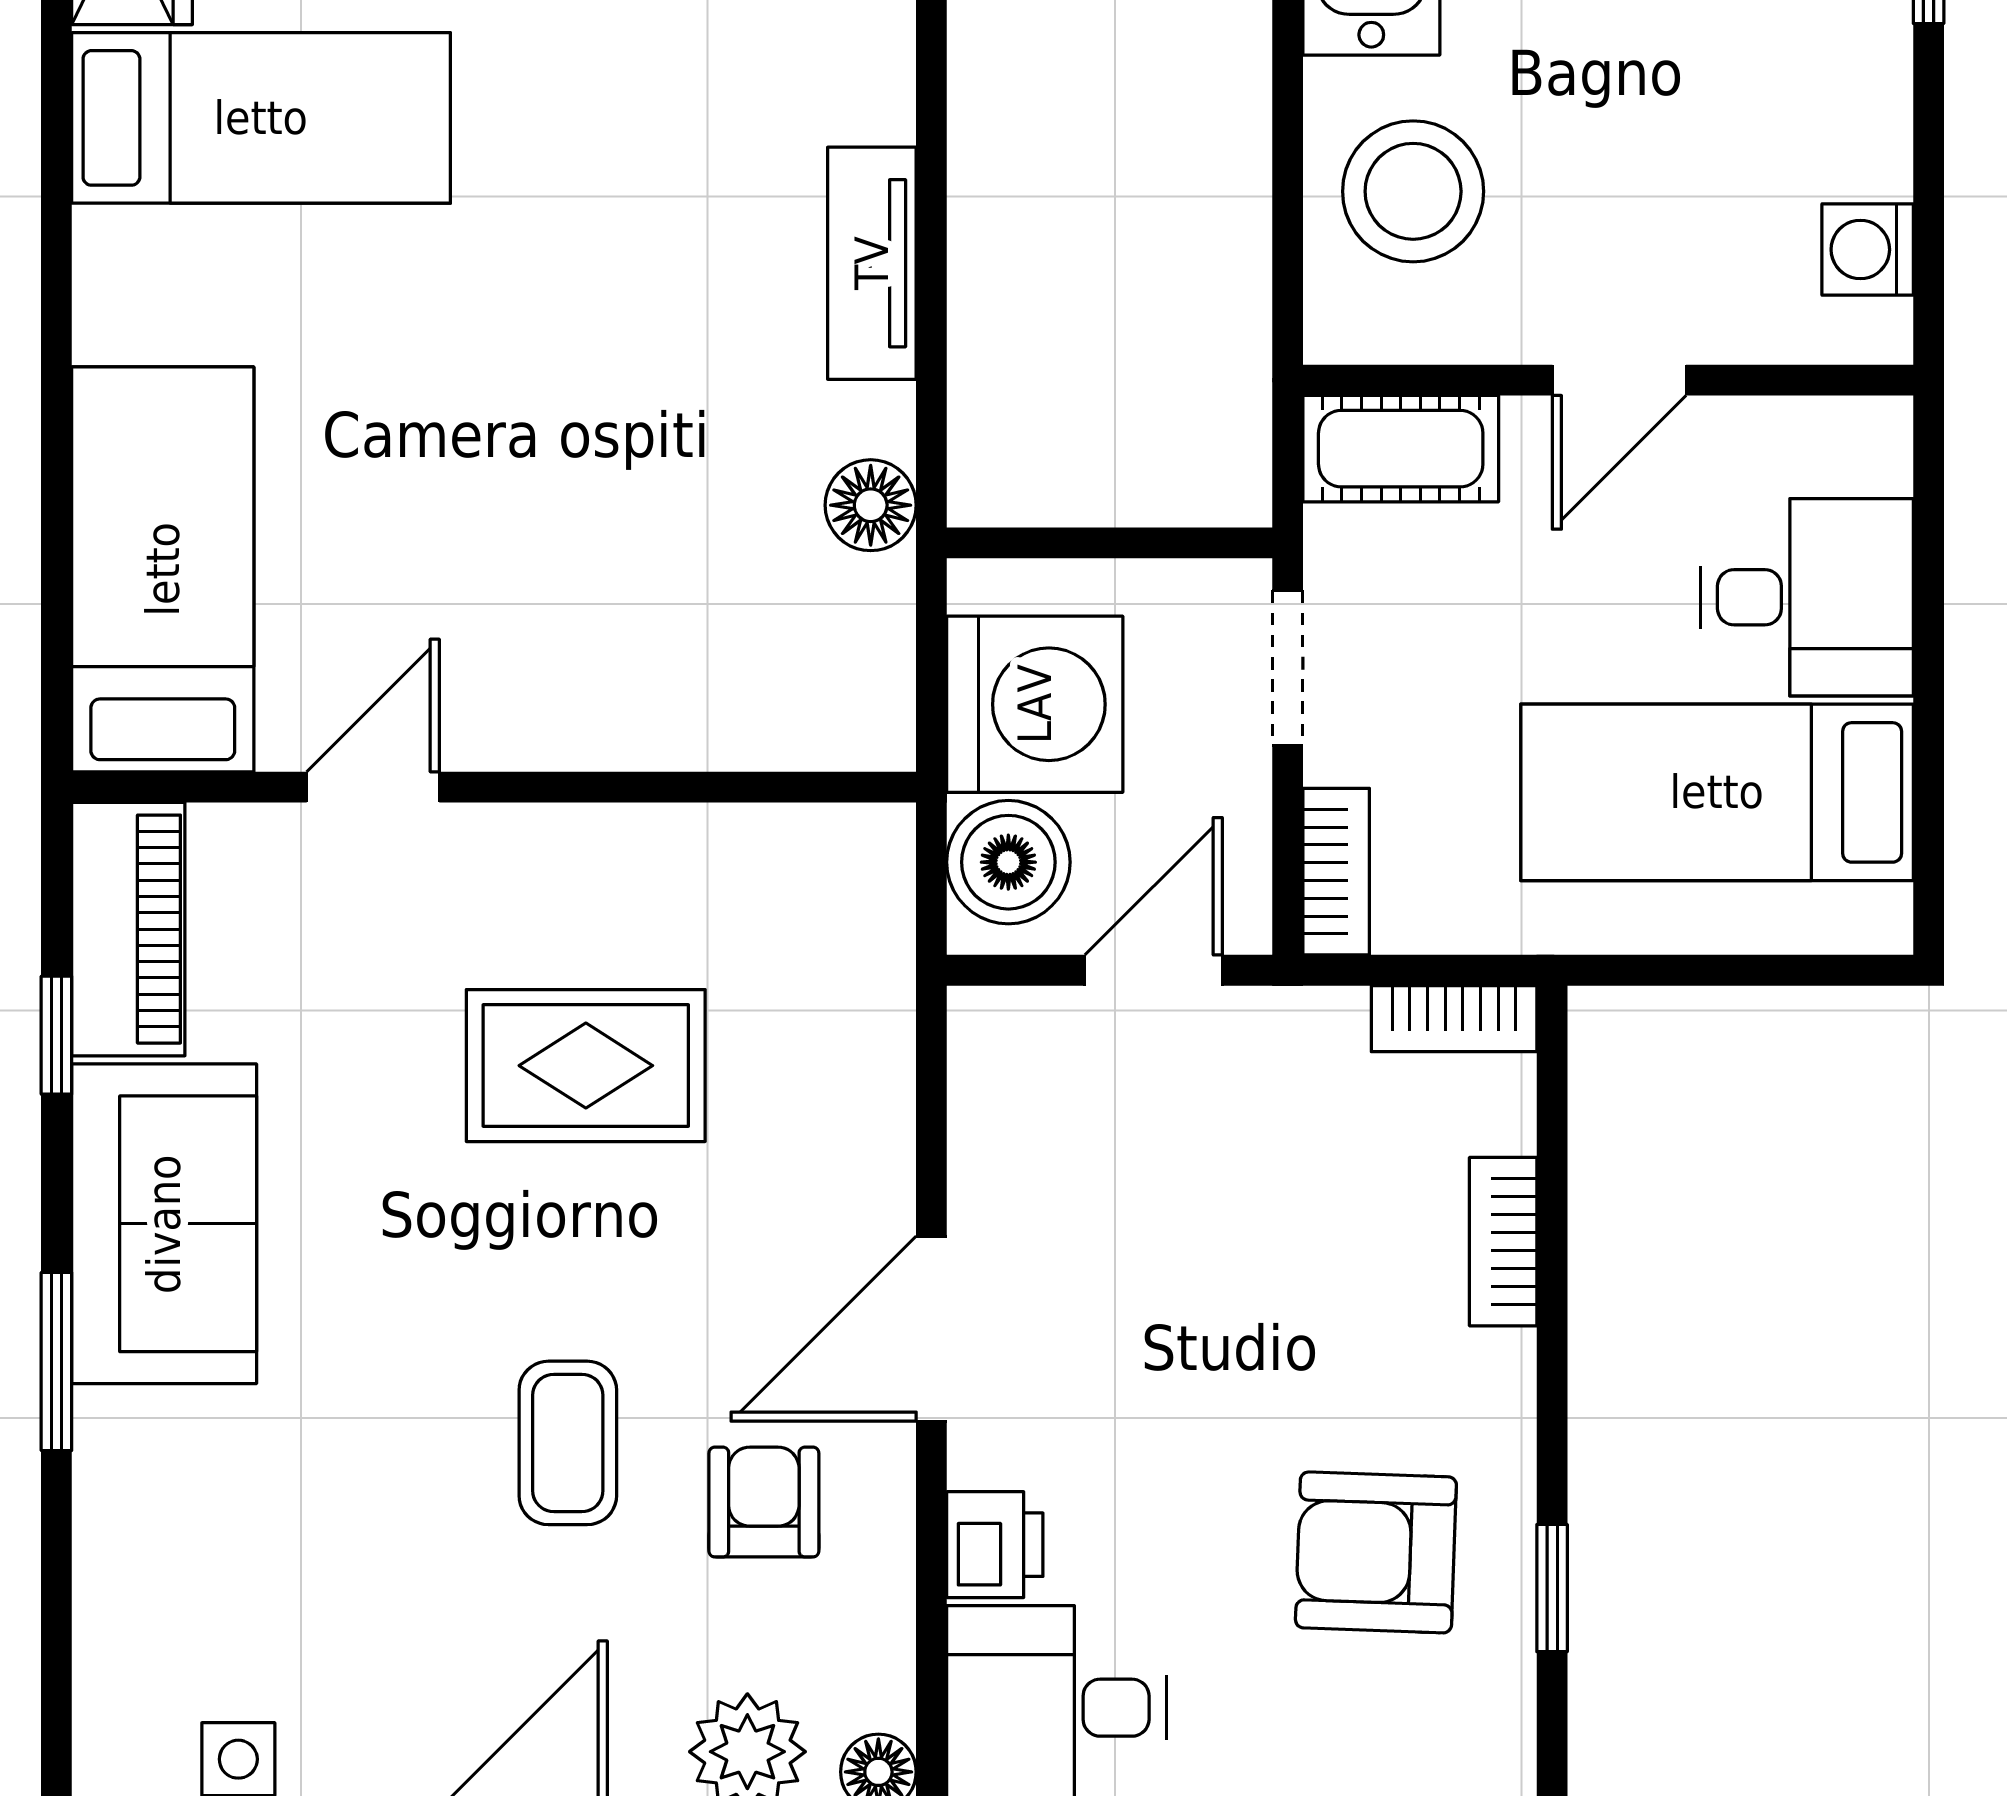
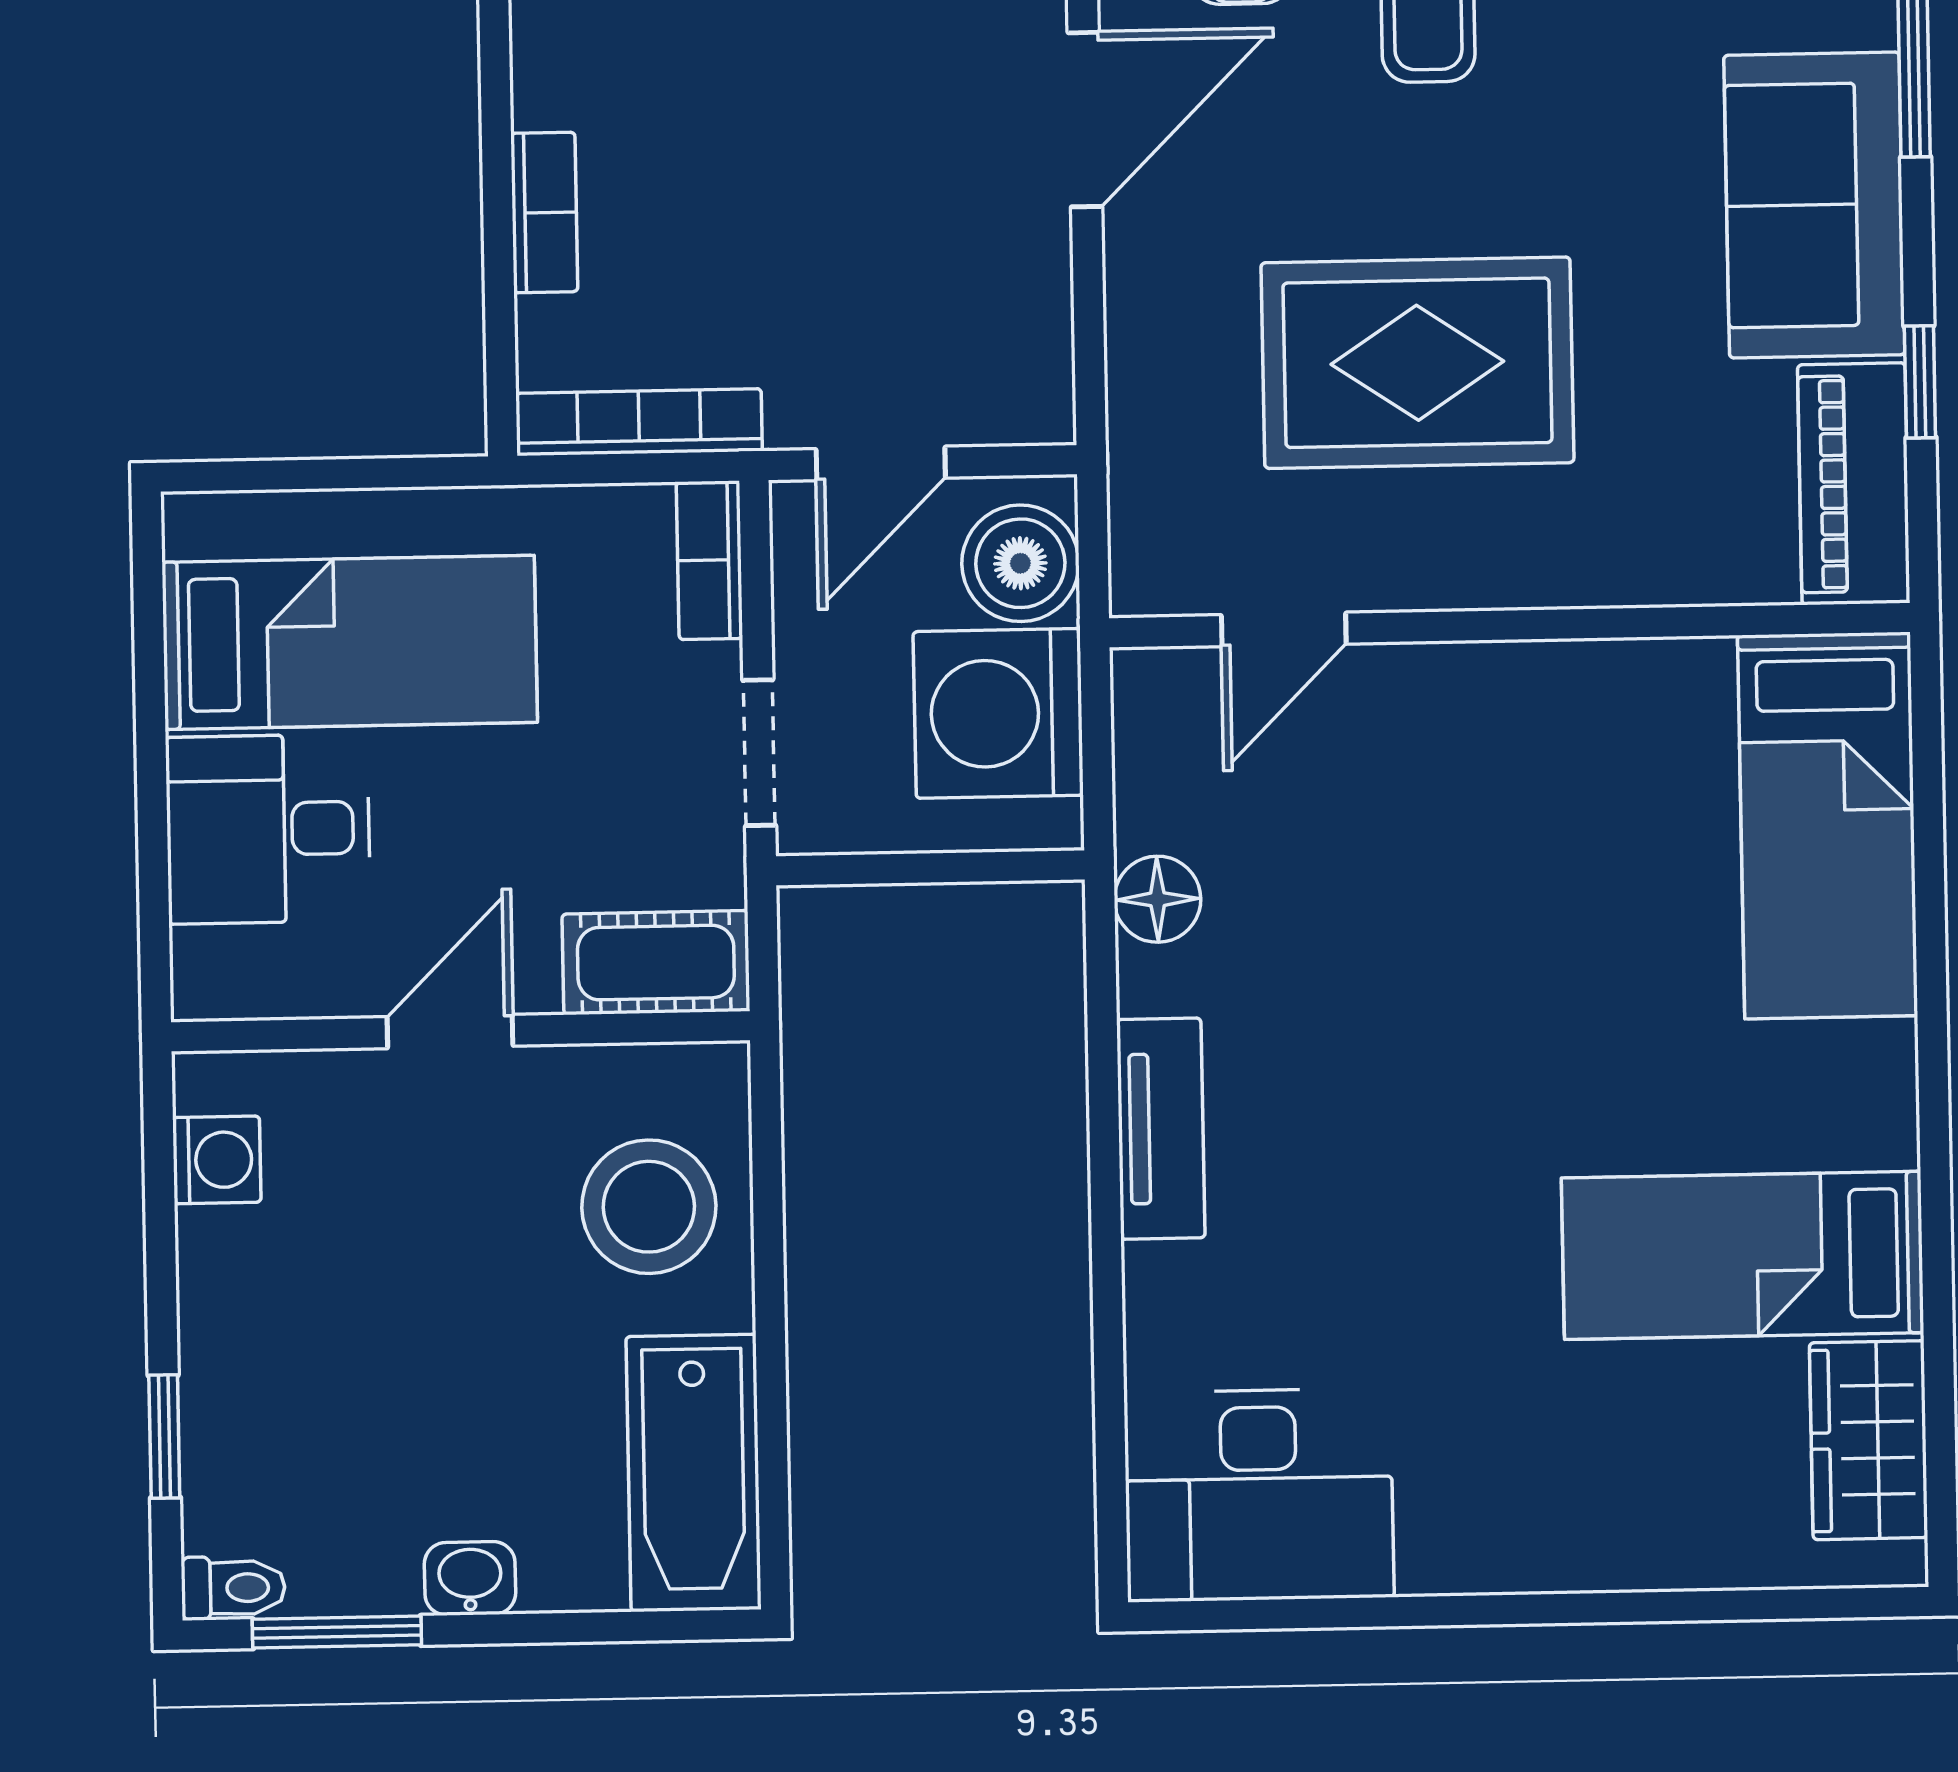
door: (373, 787) -> (1284, 629), moved
bookcase: (1454, 1019) -> (639, 422), width x1.56
rug: (586, 1066) -> (1417, 363), width x1.36, depth x1.43

